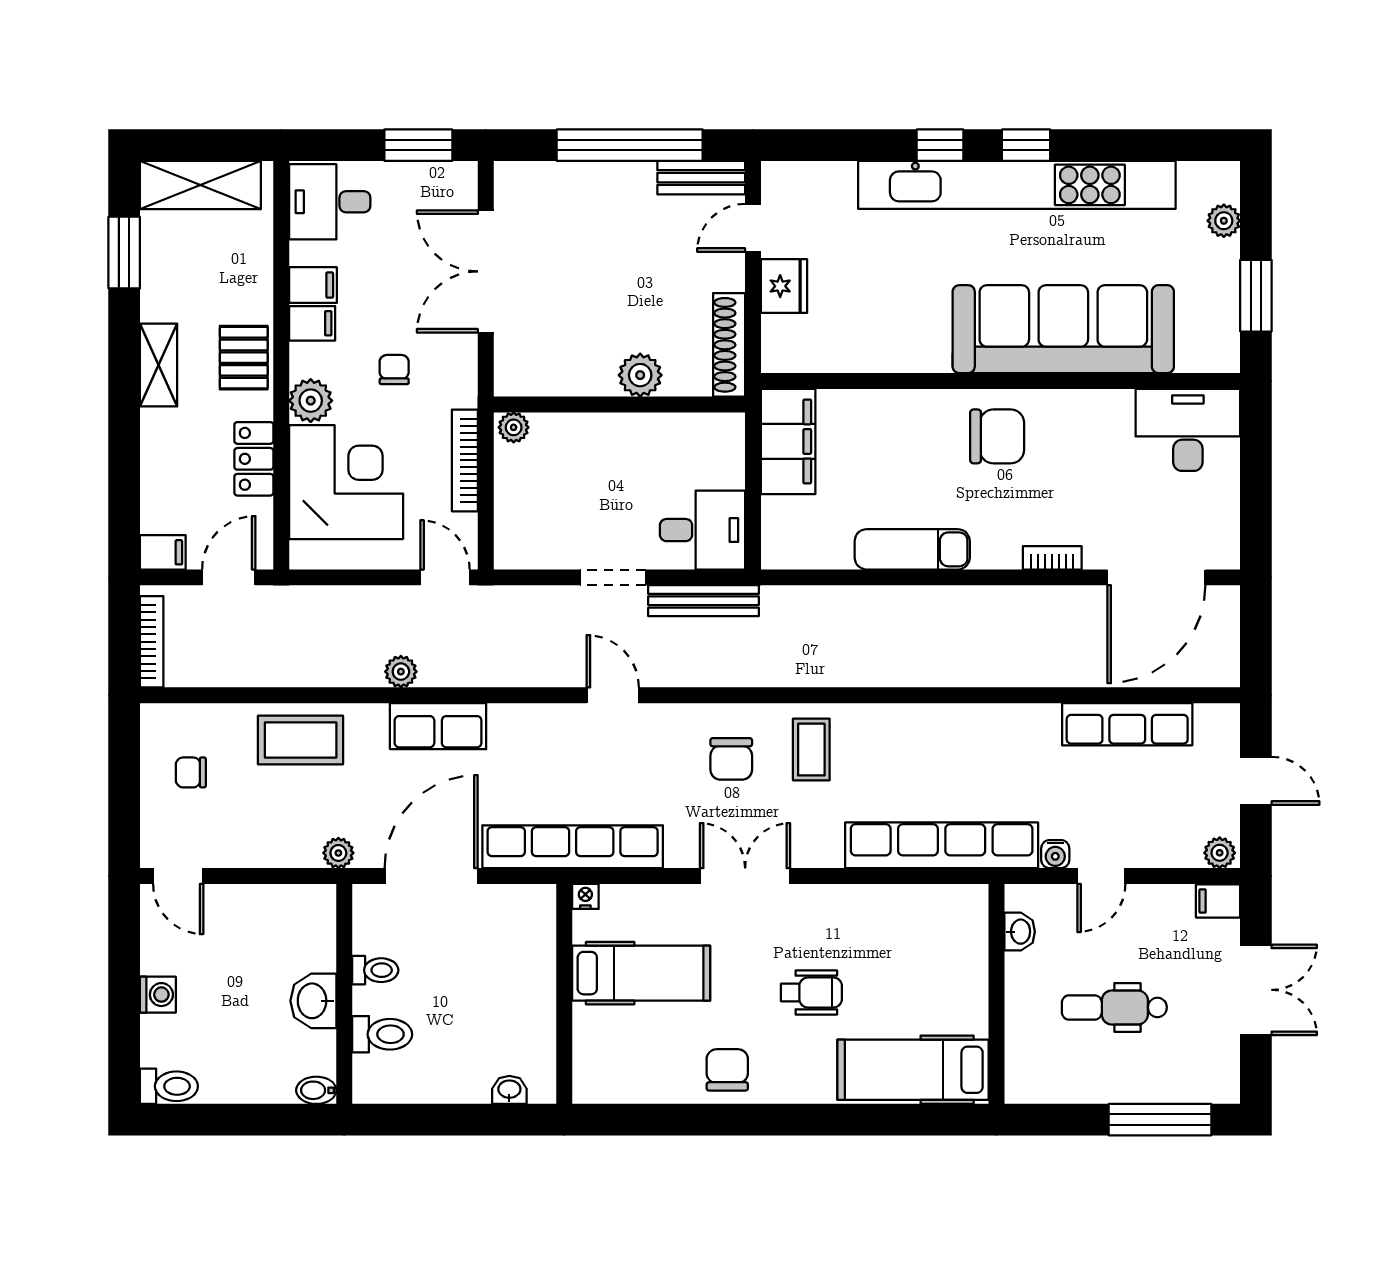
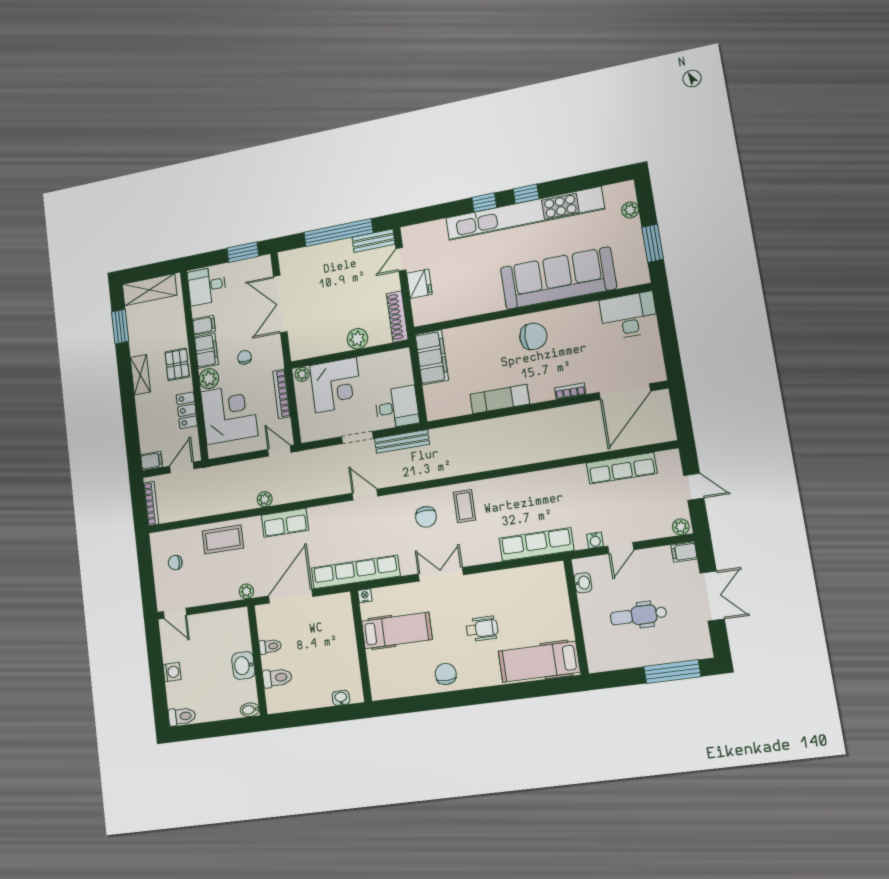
filing cabinet: (312, 323) -> (206, 351), width x2.00
corner desk: (582, 463) -> (336, 385), added
row of seats: (942, 845) -> (536, 544), width x0.73

